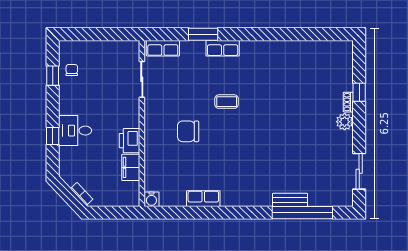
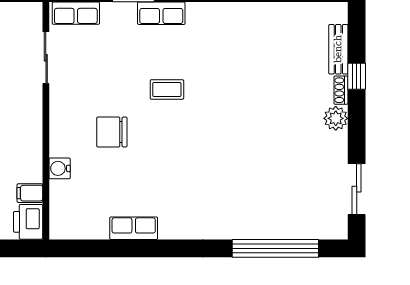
printer: (129, 141) -> (28, 222), moved
filing cabinet: (131, 167) -> (30, 193), width x0.50
water cooler: (151, 199) -> (60, 168), moved, turned 90
bench: (290, 200) -> (338, 49), moved, turned 90

